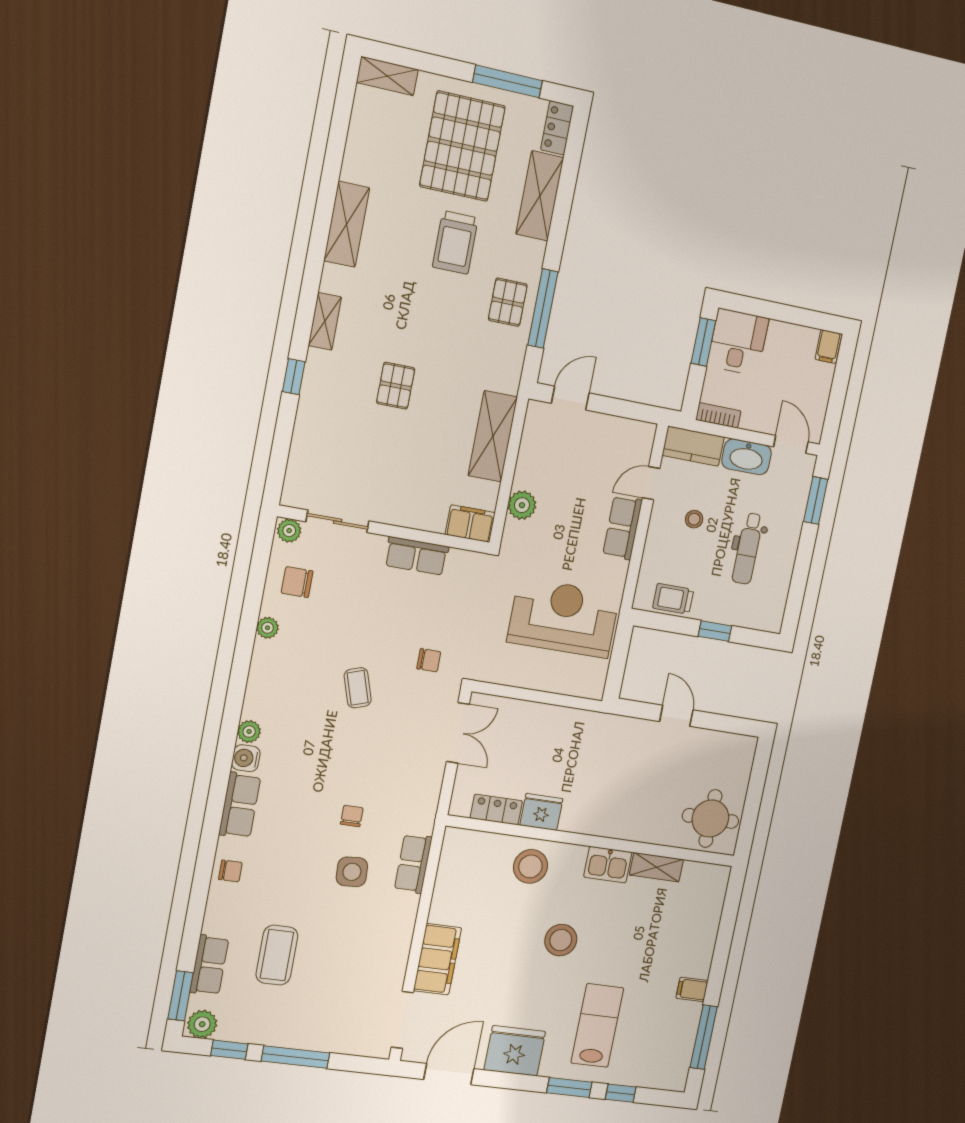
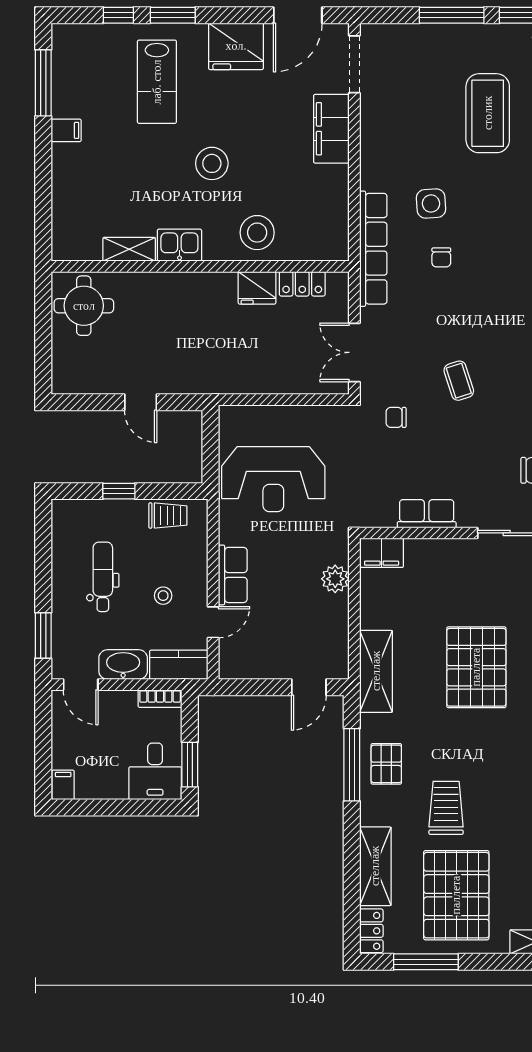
pallet: (396, 386) -> (476, 667), width x2.05, depth x2.00
shelving: (493, 436) -> (376, 671), moved
row of seats: (413, 864) -> (373, 249), width x2.02
coffee table: (277, 955) -> (488, 113), width x1.36, depth x1.32

